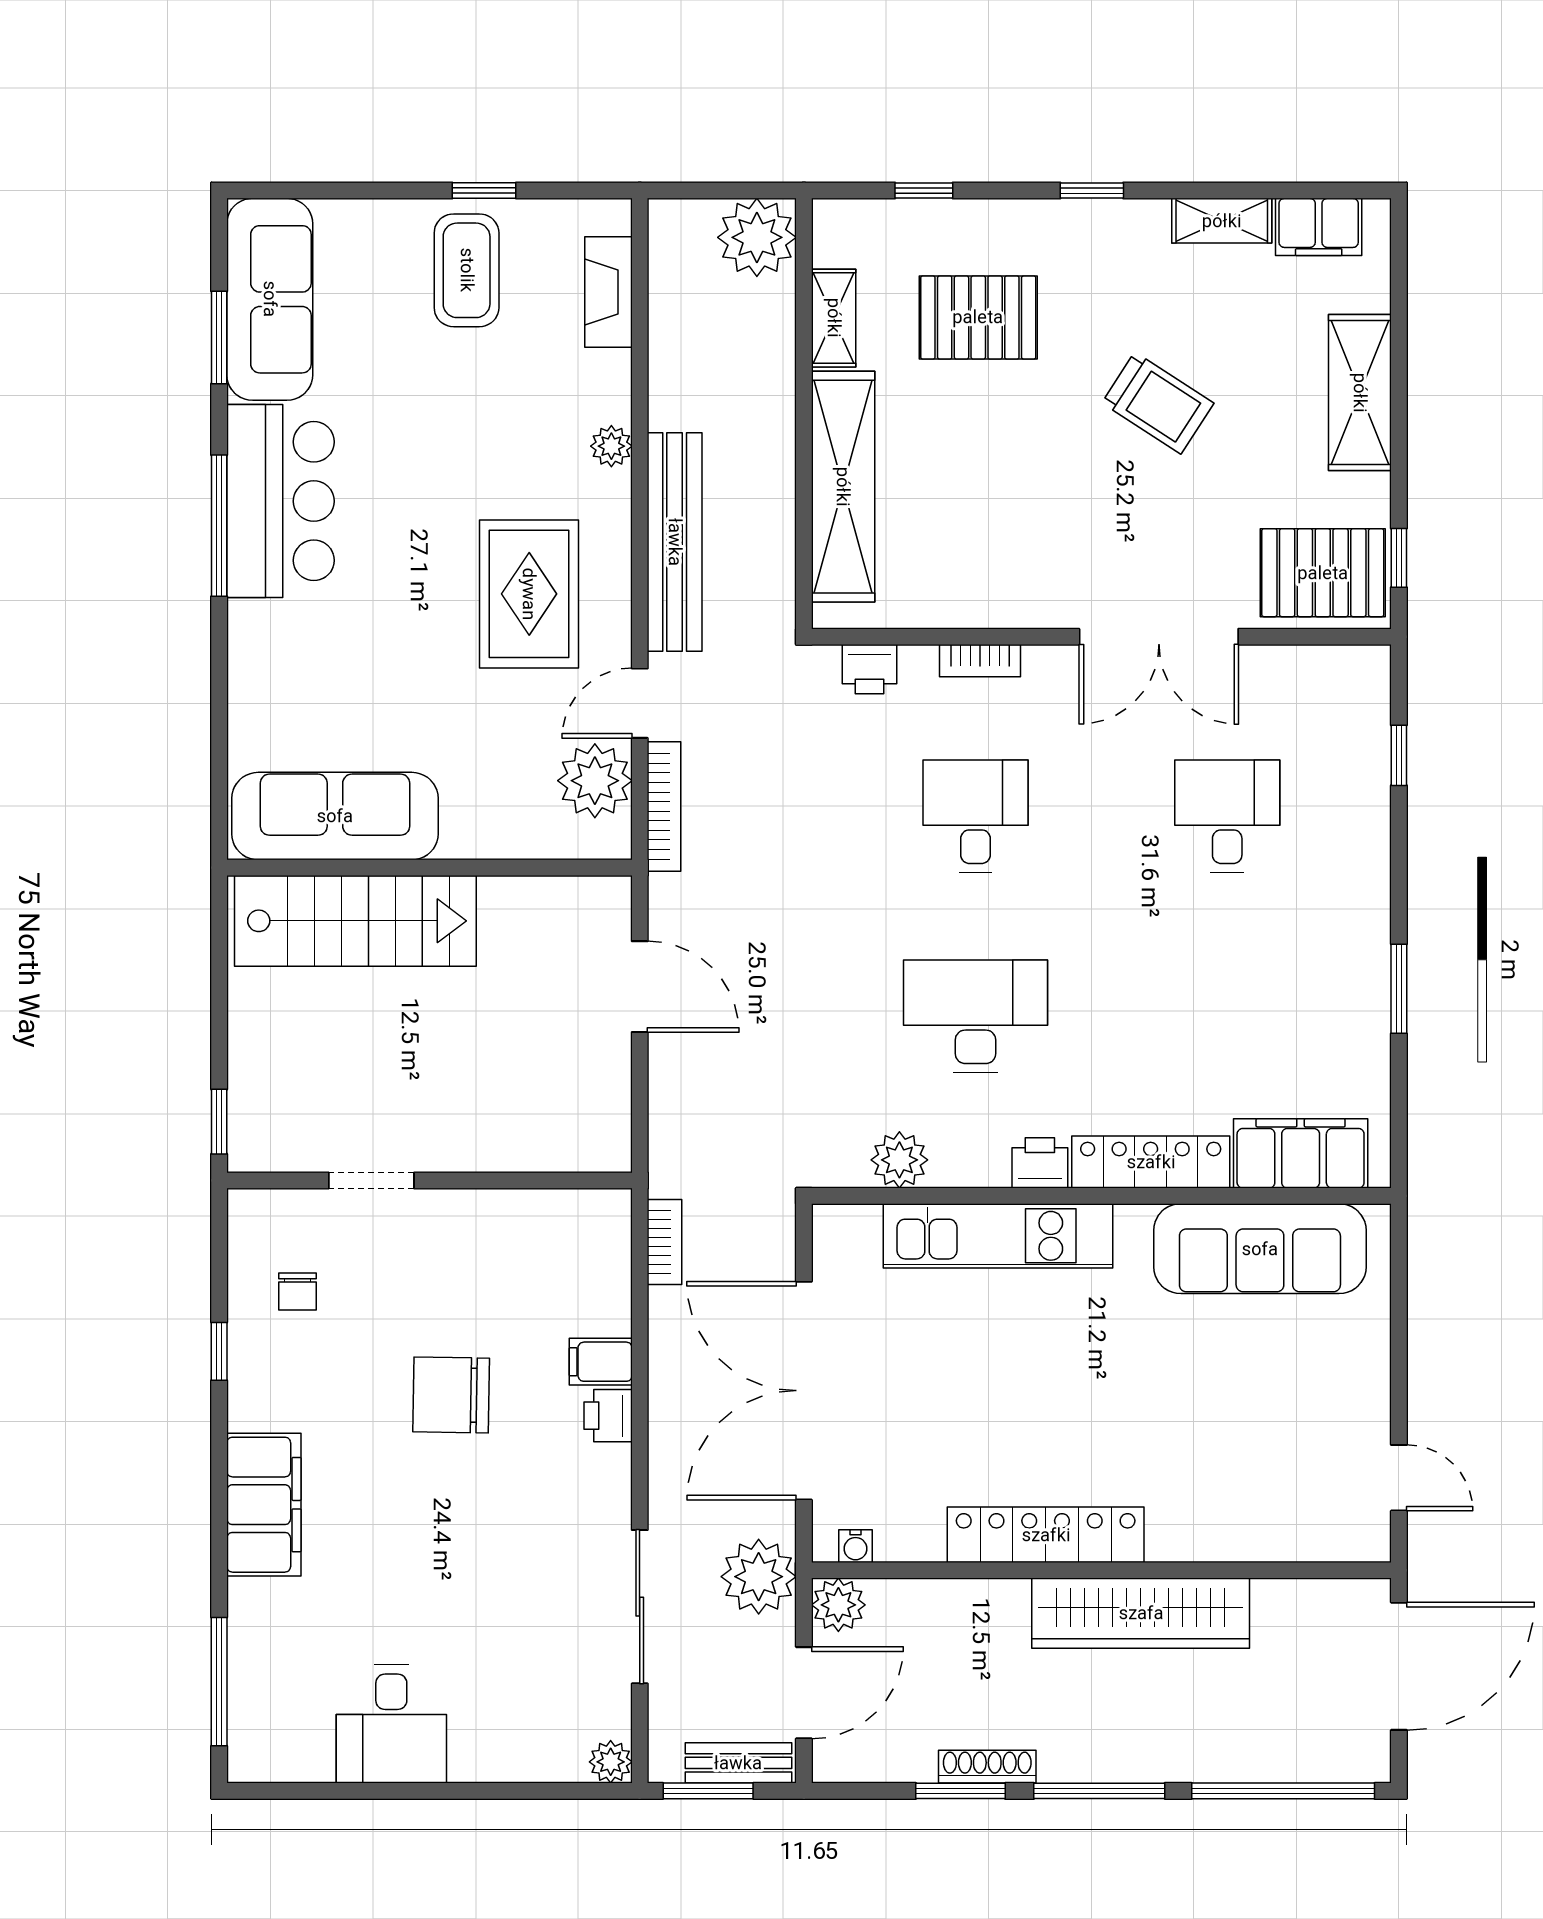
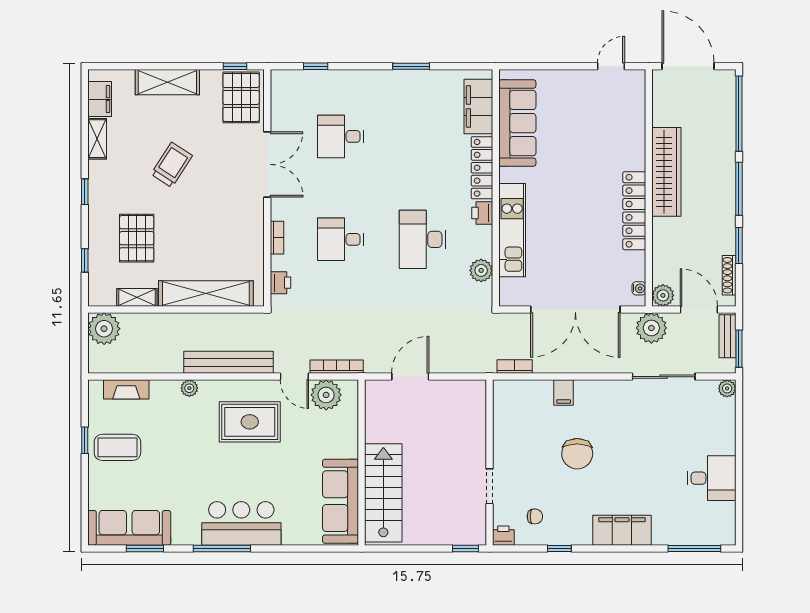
bar counter: (280, 501) -> (241, 523), moved
printer: (608, 1416) -> (503, 536), moved, turned 180
shoe rack: (987, 1767) -> (729, 275), moved

